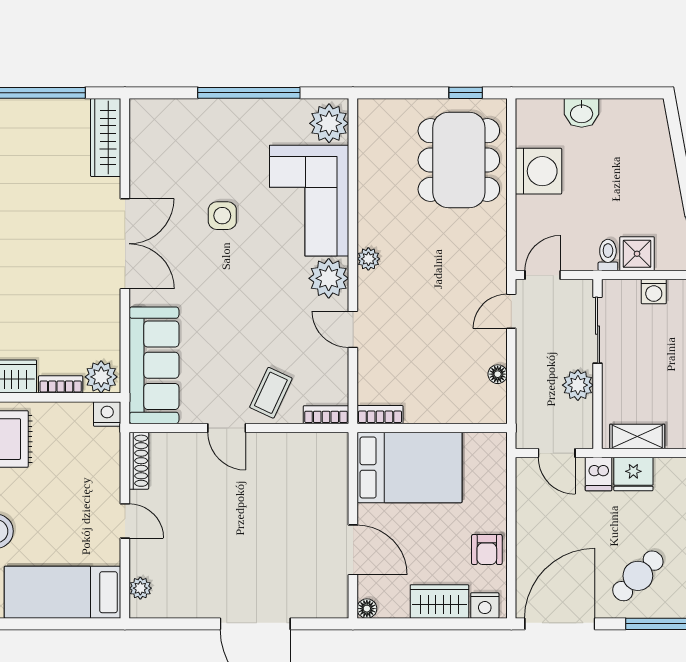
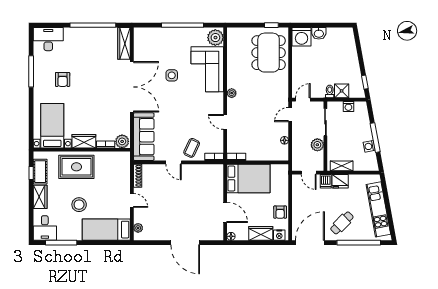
washing machine: (539, 171) -> (302, 37), moved, turned 90
double door: (125, 244) -> (132, 87), width x1.36
plant: (329, 278) -> (215, 101), removed
nightstand: (107, 414) -> (125, 157), removed

